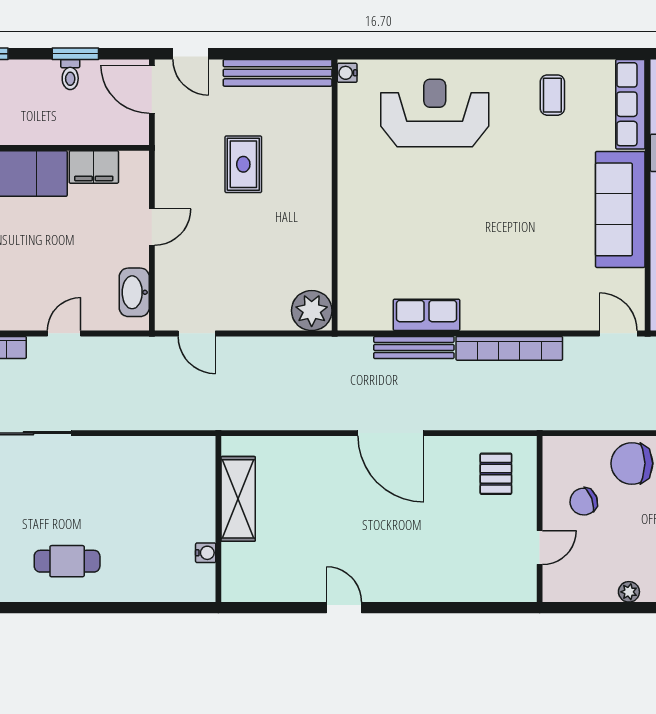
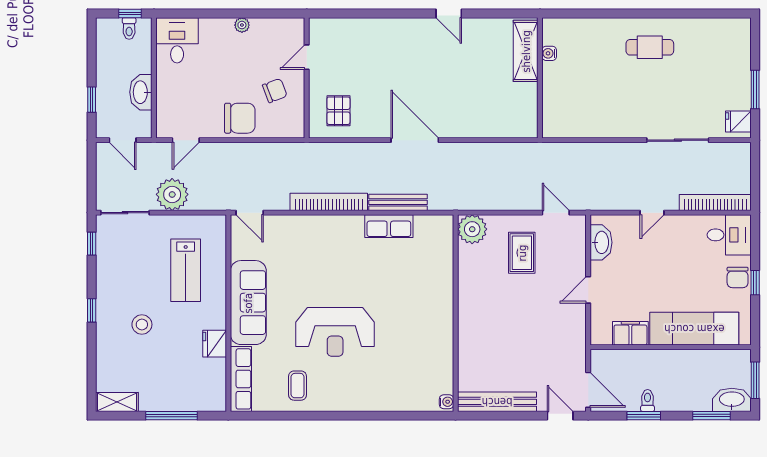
reception desk: (435, 113) -> (335, 332), moved
rug: (243, 164) -> (522, 253), moved
shelving: (238, 499) -> (526, 51), moved

